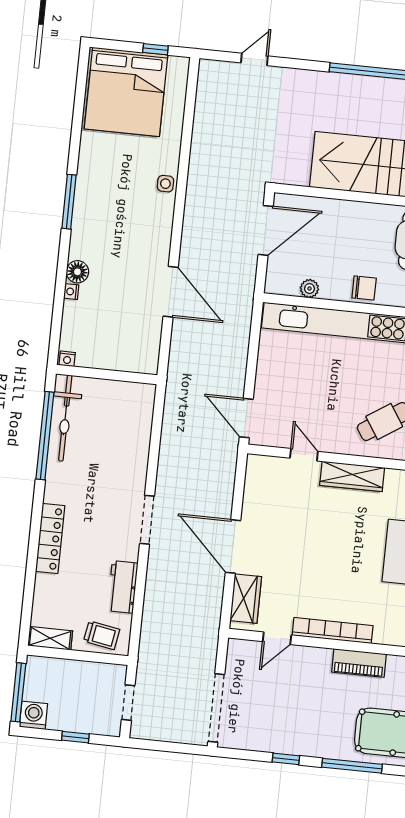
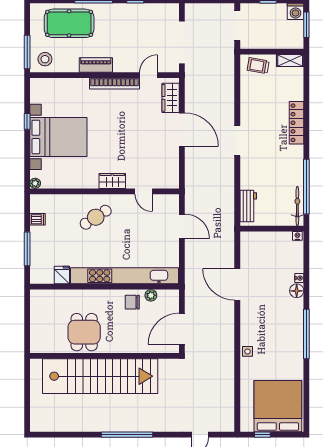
window: (69, 202) -> (306, 334), width x1.46
chair: (364, 288) -> (132, 302), moved
bicycle: (65, 418) -> (297, 206), width x0.73, depth x0.71
door: (246, 418) -> (182, 226), moved
wardrobe: (352, 476) -> (112, 181), width x0.67
workbench: (123, 587) -> (248, 206), moved
window: (18, 692) -> (306, 25), width x0.69
doorway: (128, 703) -> (237, 25), width x1.38
doorway: (216, 708) -> (182, 42), moved

